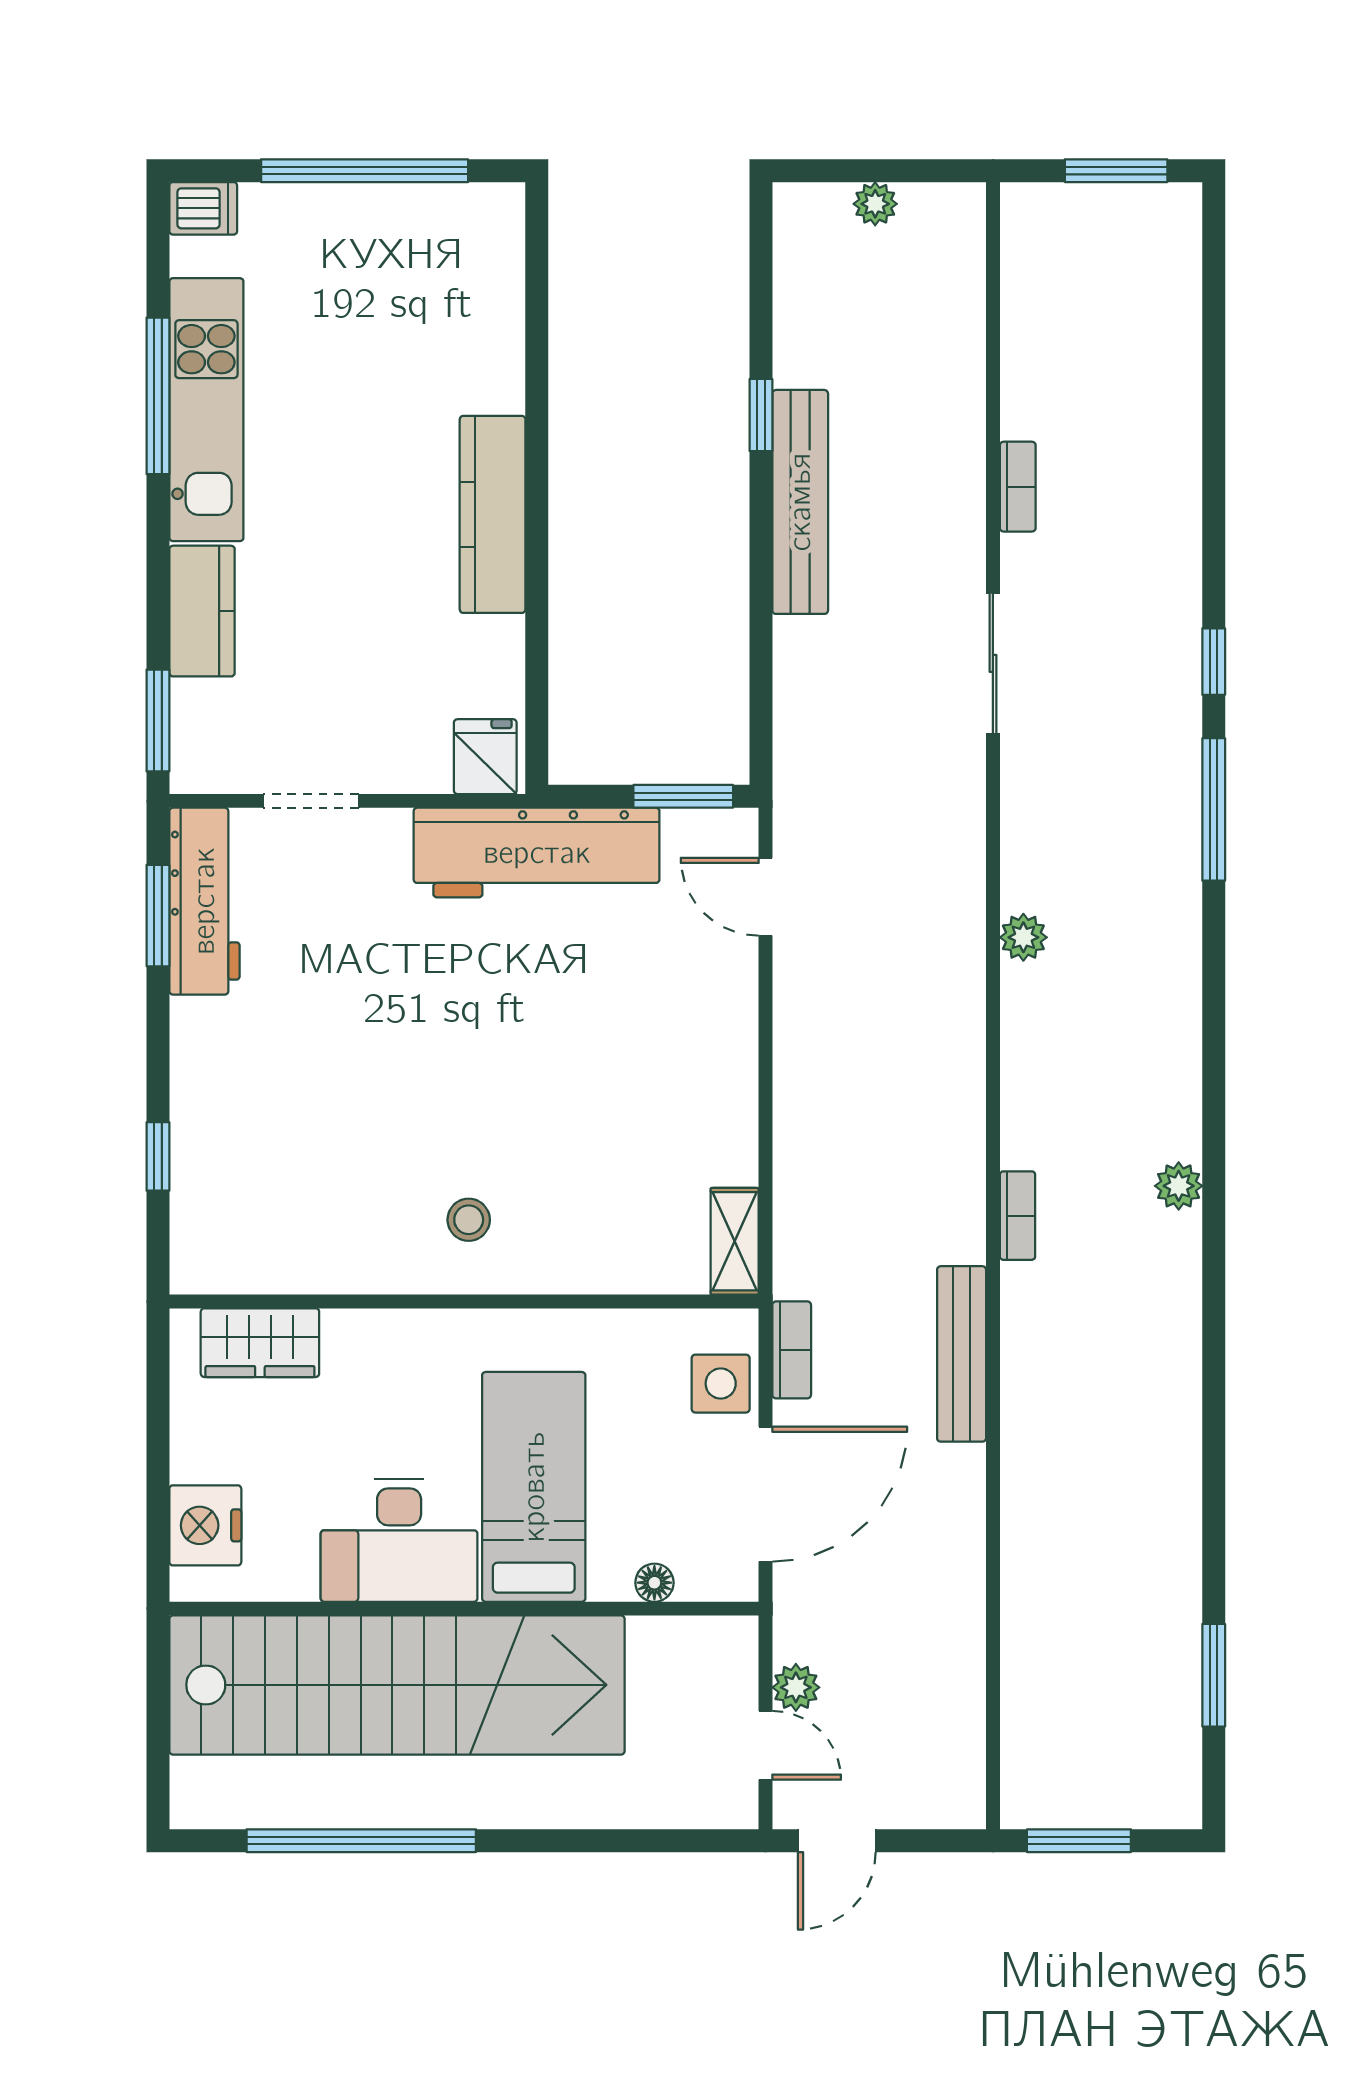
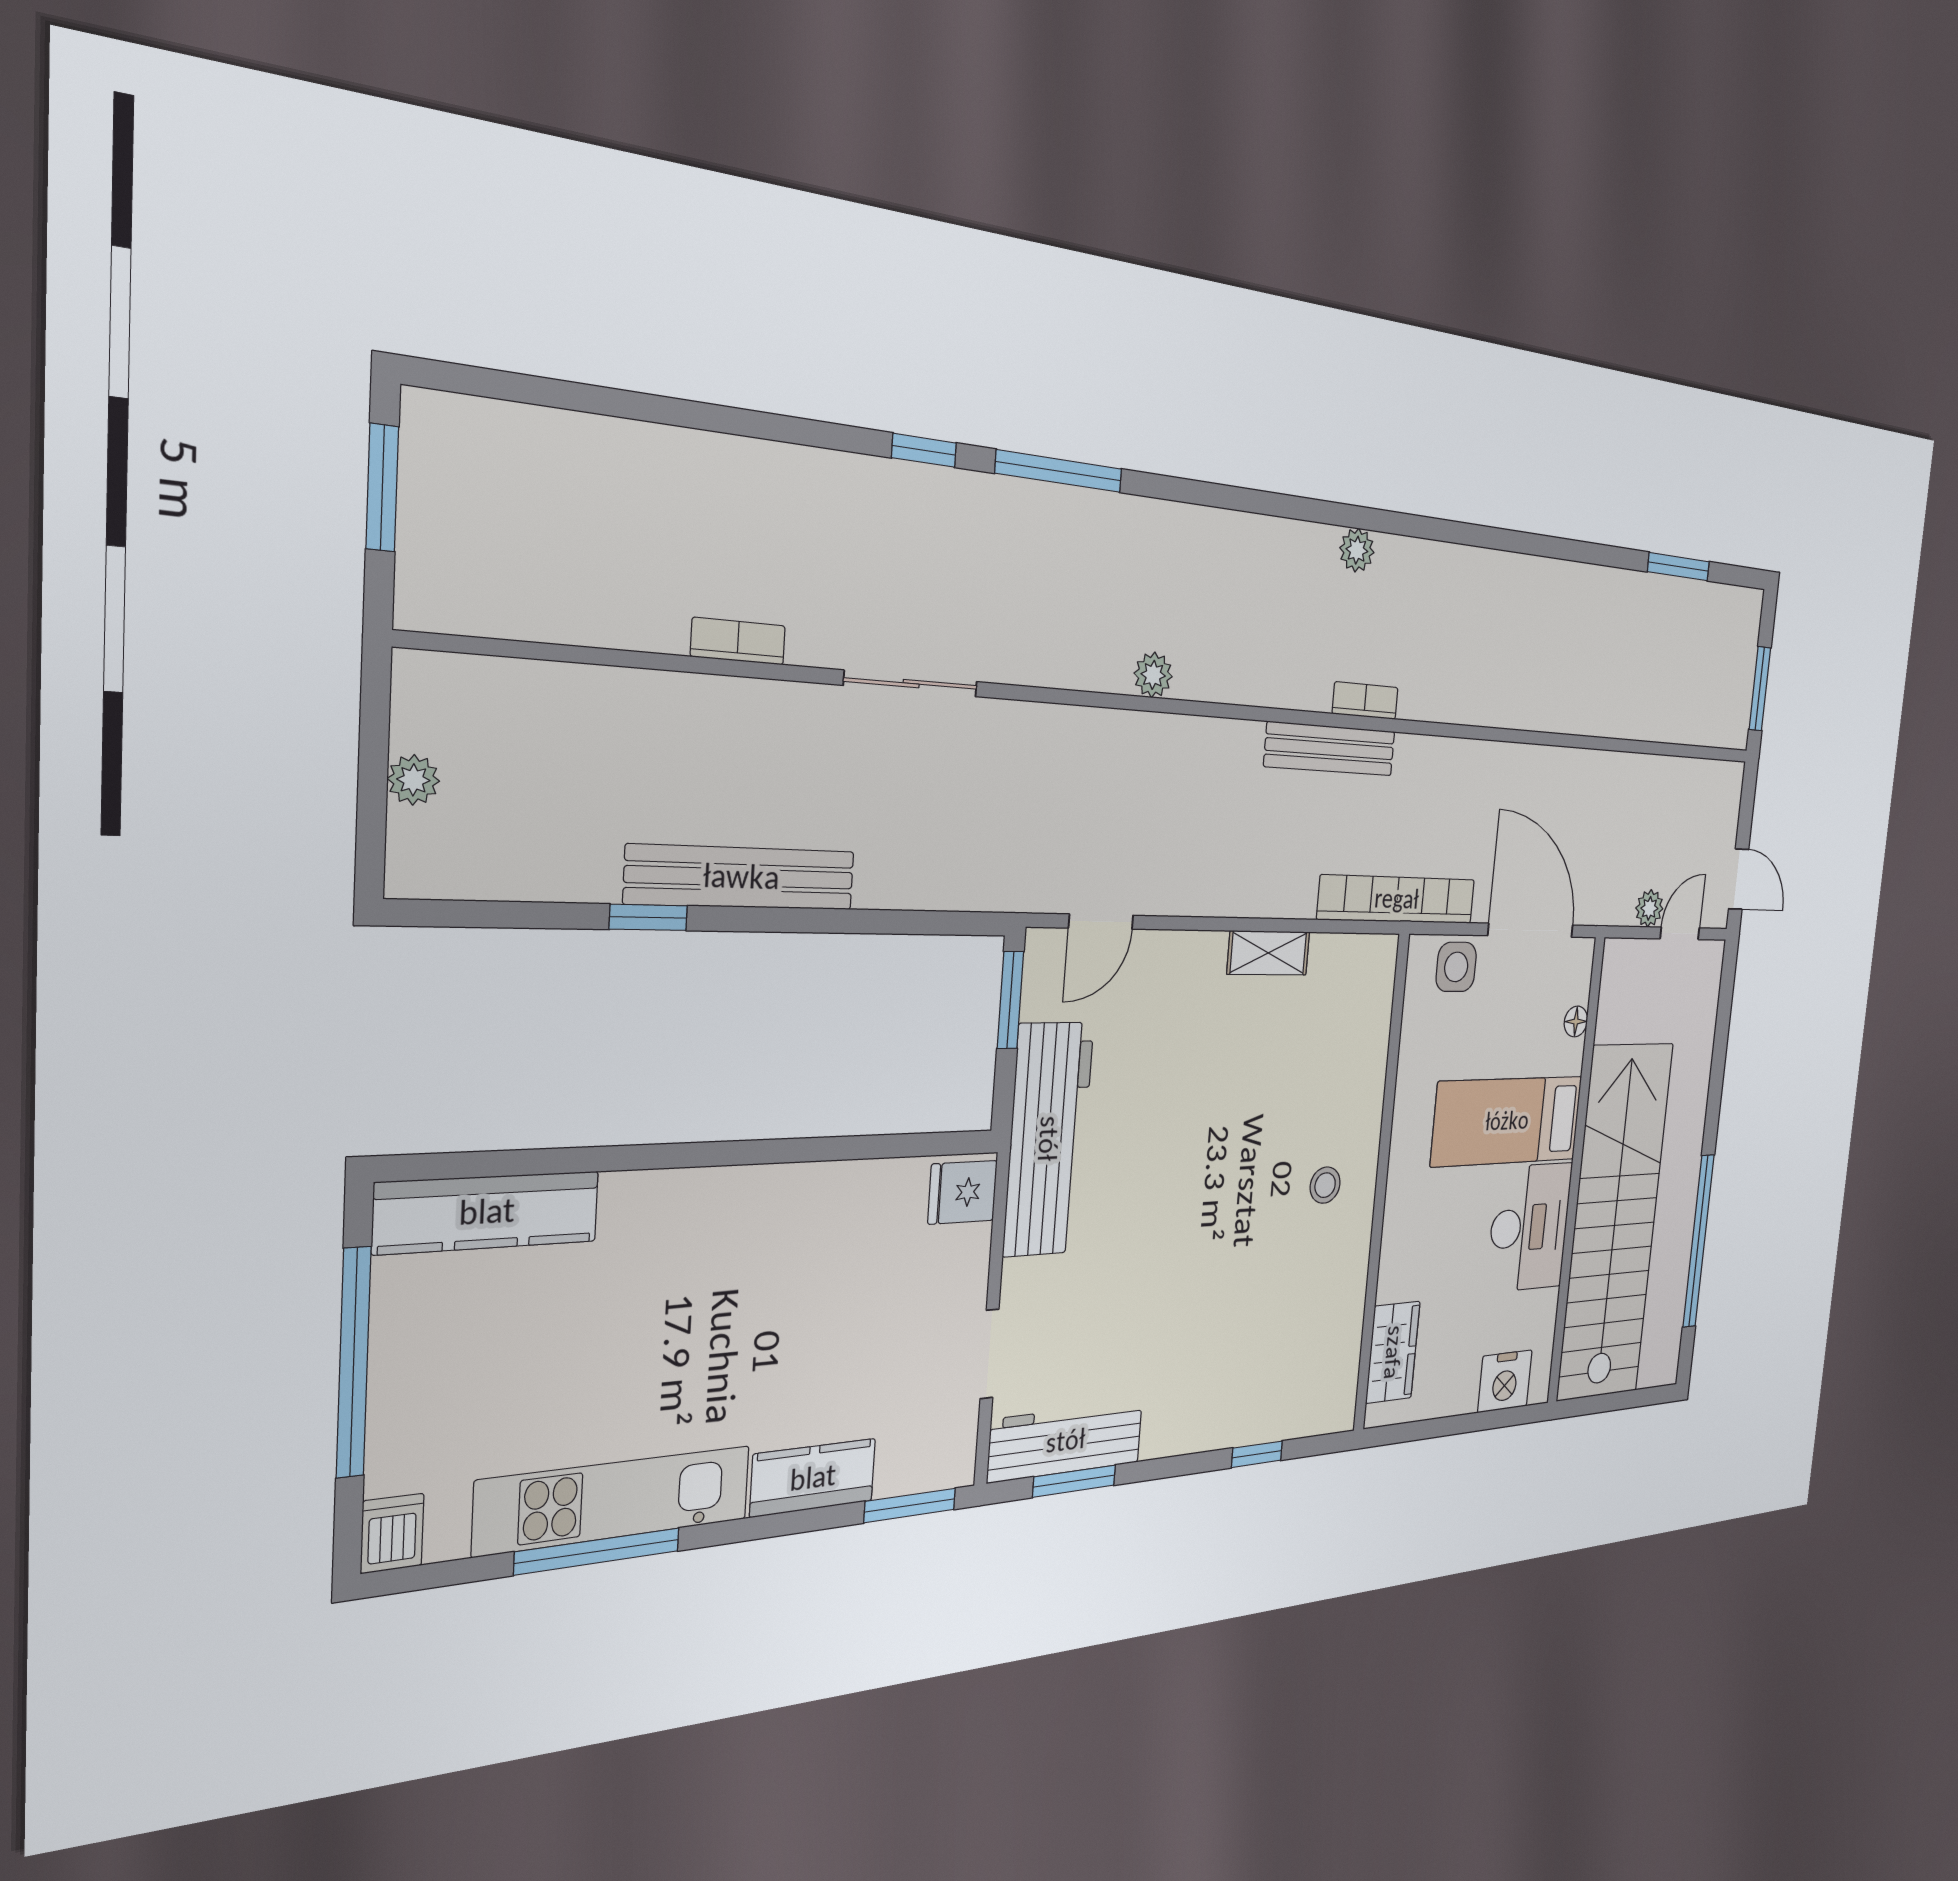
kitchen counter: (493, 514) -> (487, 1212), moved
shelving: (735, 1241) -> (1268, 953), moved
bookcase: (792, 1350) -> (1397, 899), width x2.31, depth x1.31
bench: (962, 1354) -> (1330, 749), moved

